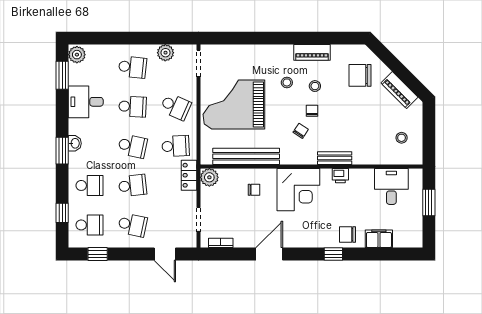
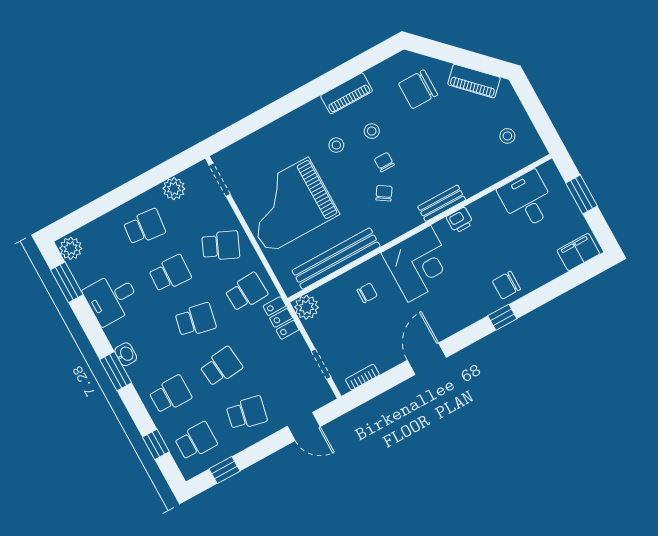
filing cabinet: (379, 239) -> (578, 252), moved

